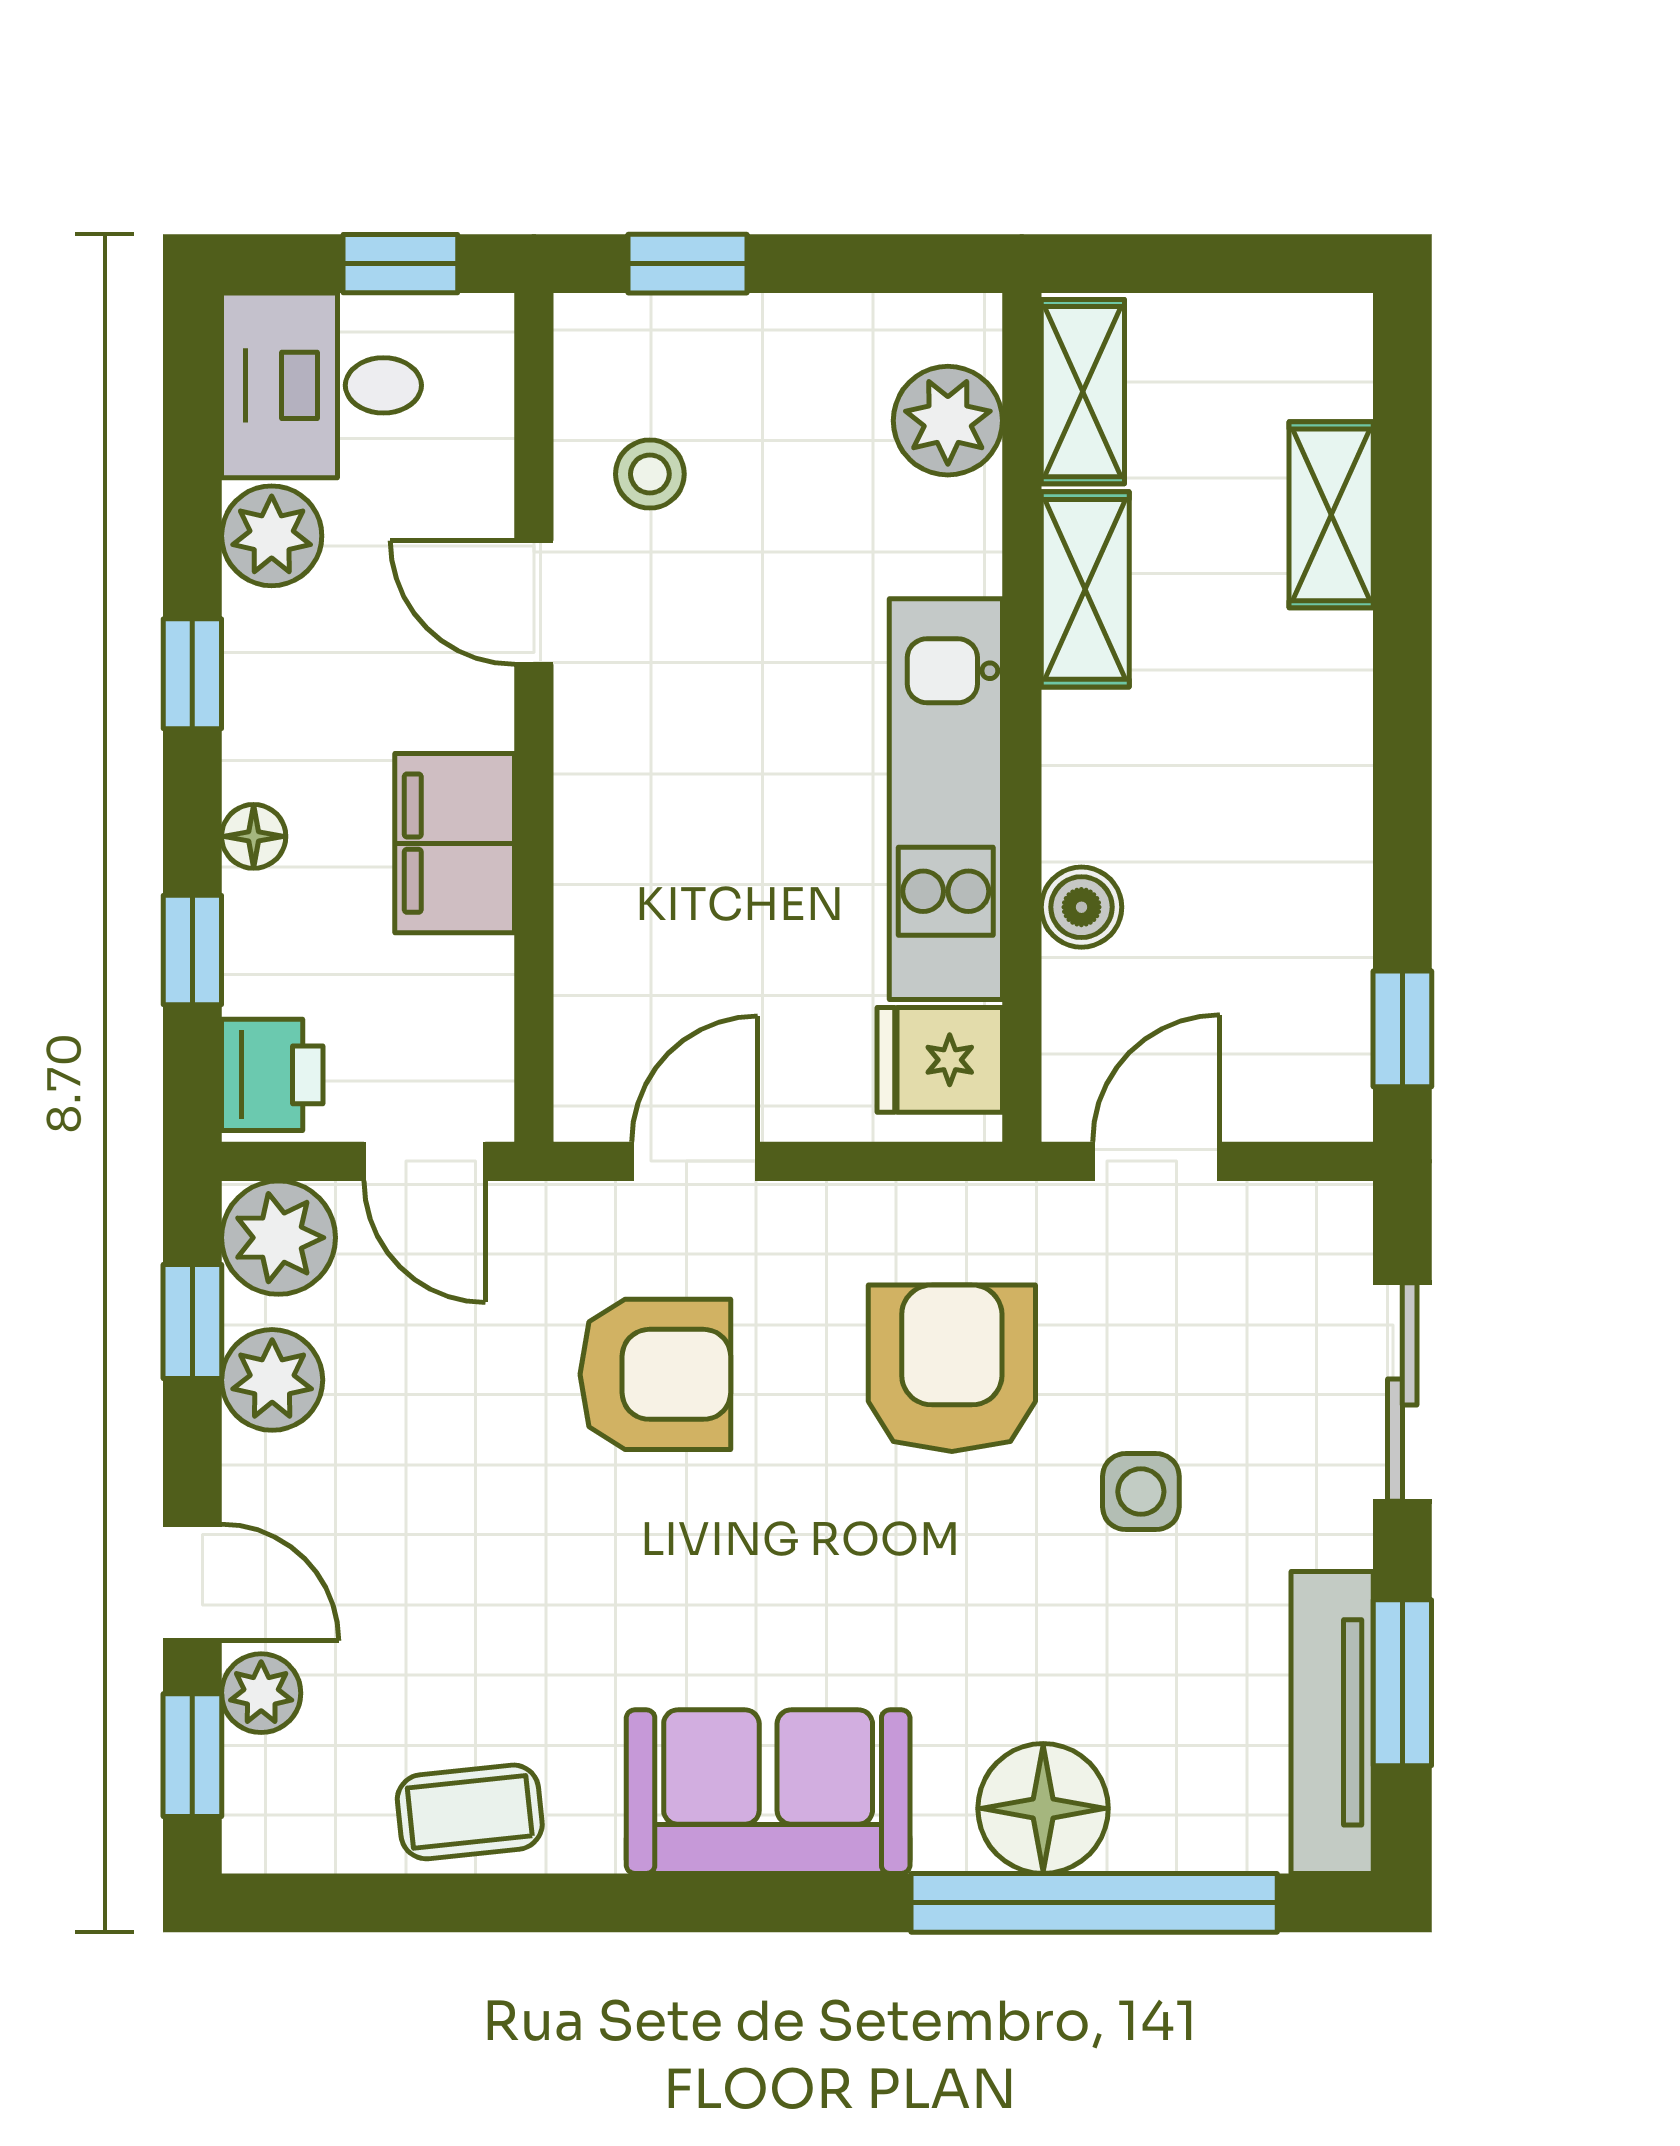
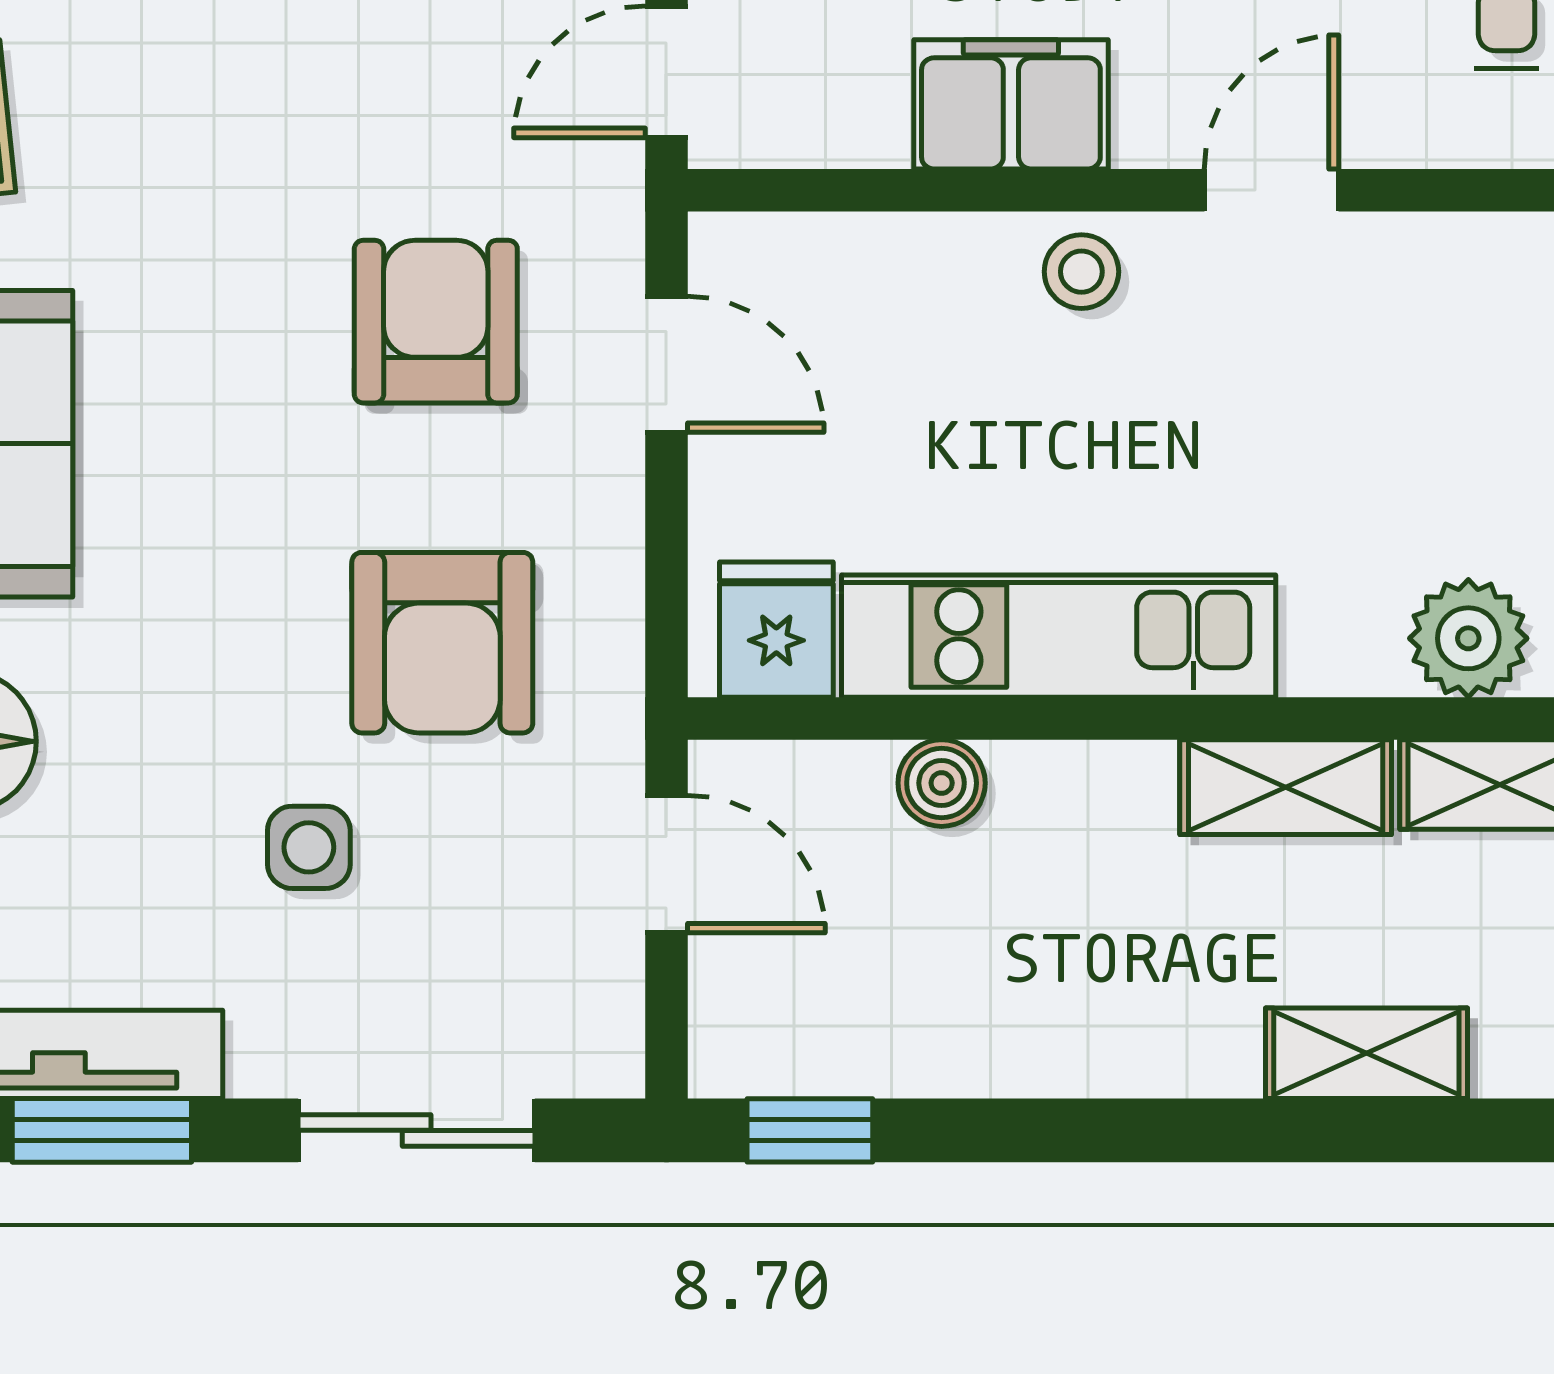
stool: (650, 474) -> (1081, 272), moved
armchair: (952, 1368) -> (442, 643), turned 90
armchair: (655, 1374) -> (436, 322), turned 180

